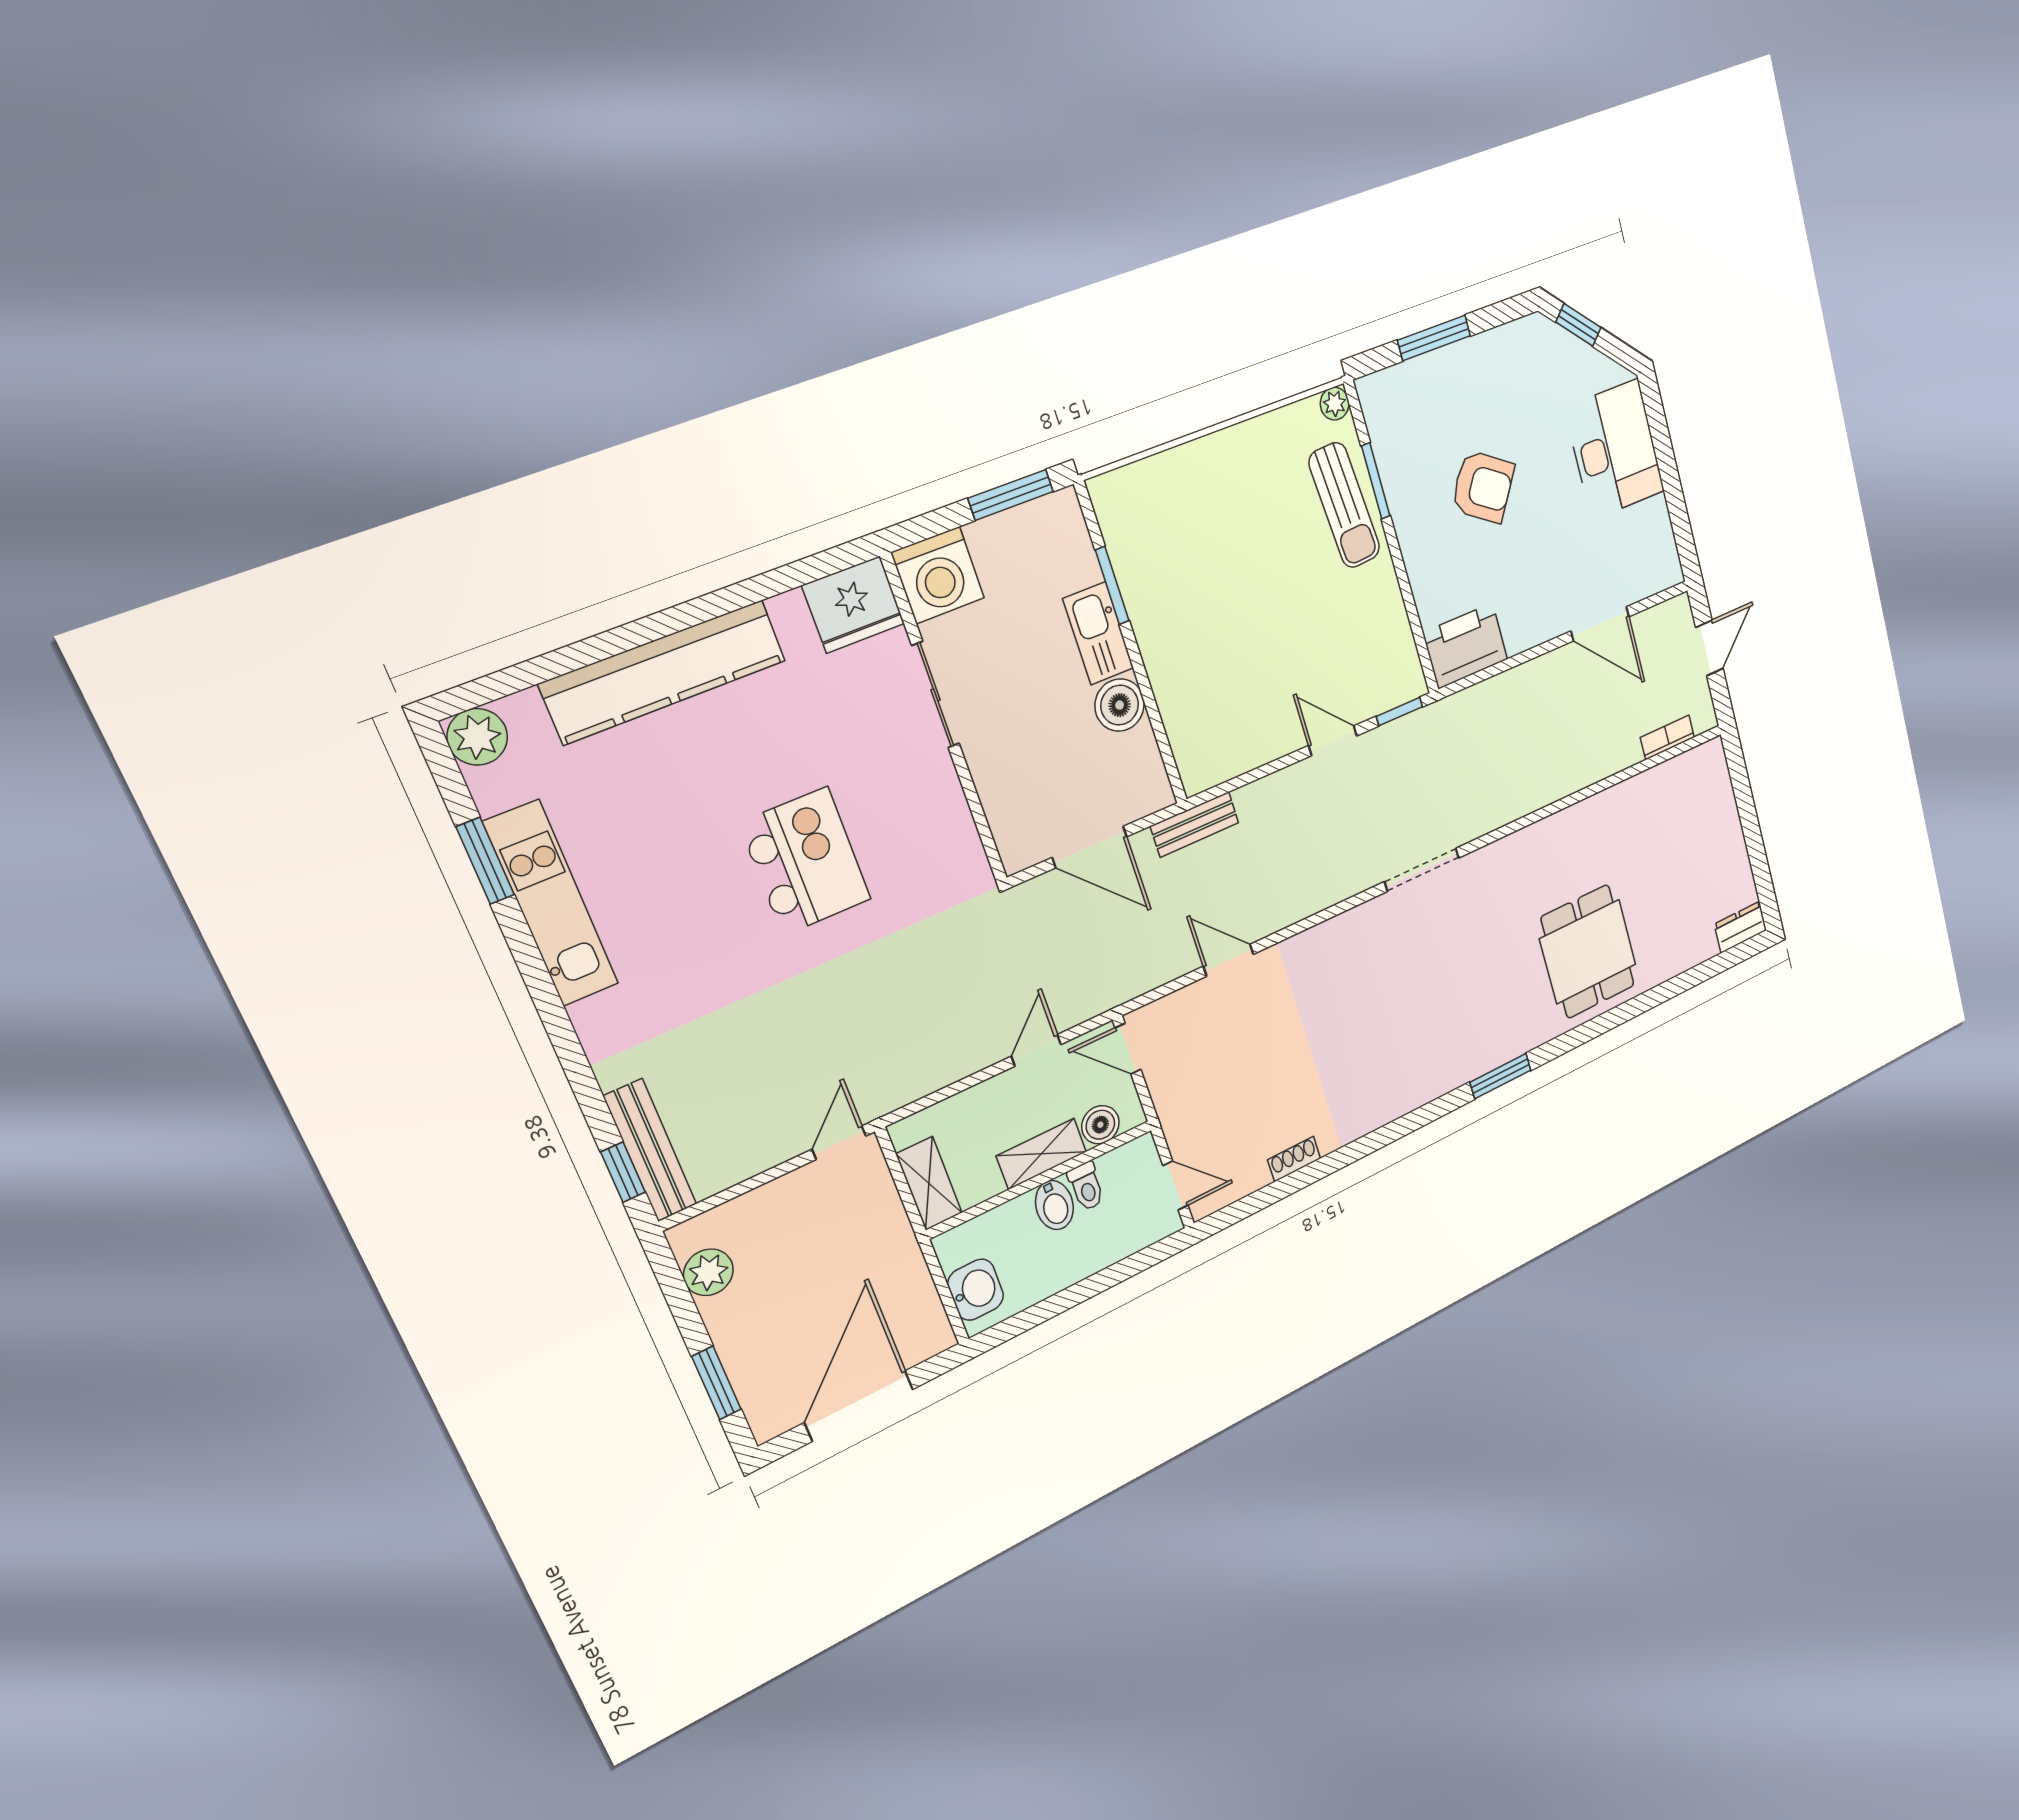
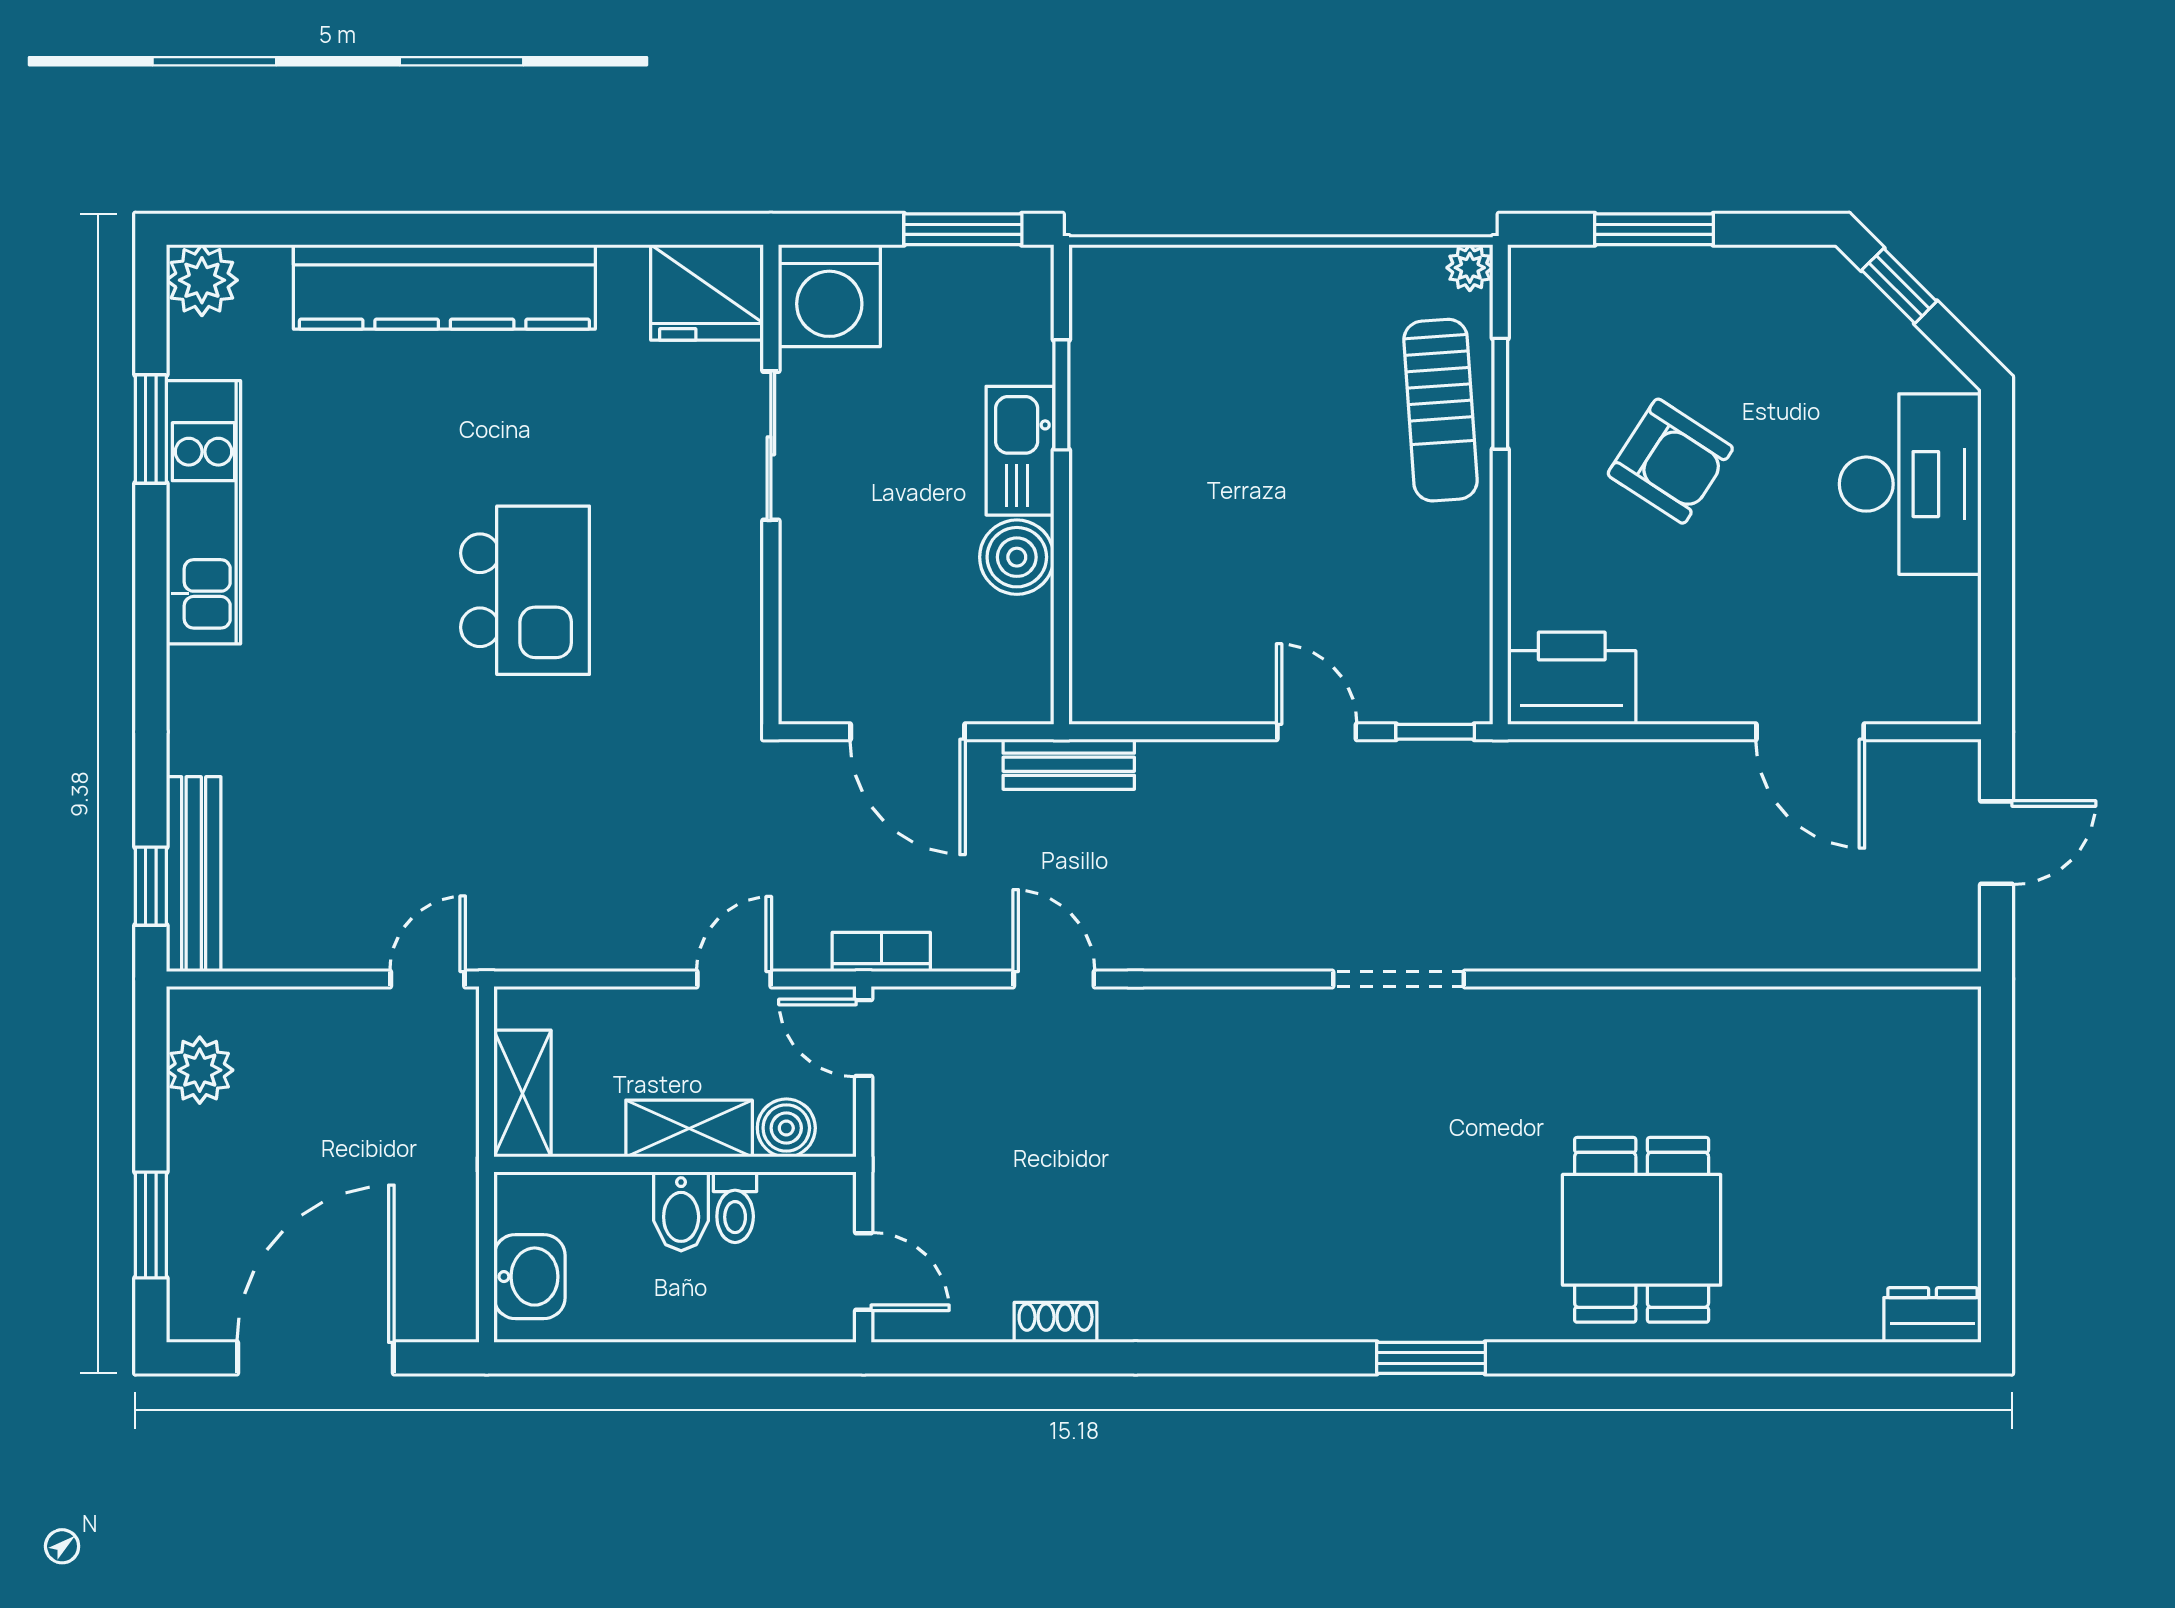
bookcase: (1667, 737) -> (881, 952), moved

